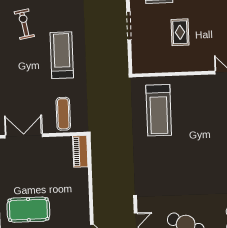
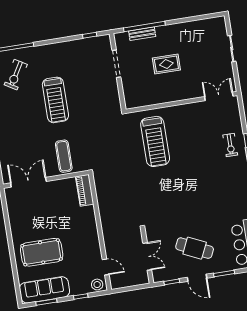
exercise bike: (24, 24) -> (16, 75), turned -139
rug: (180, 32) -> (166, 64), turned 90
treadmill: (62, 55) -> (55, 100), turned 180

